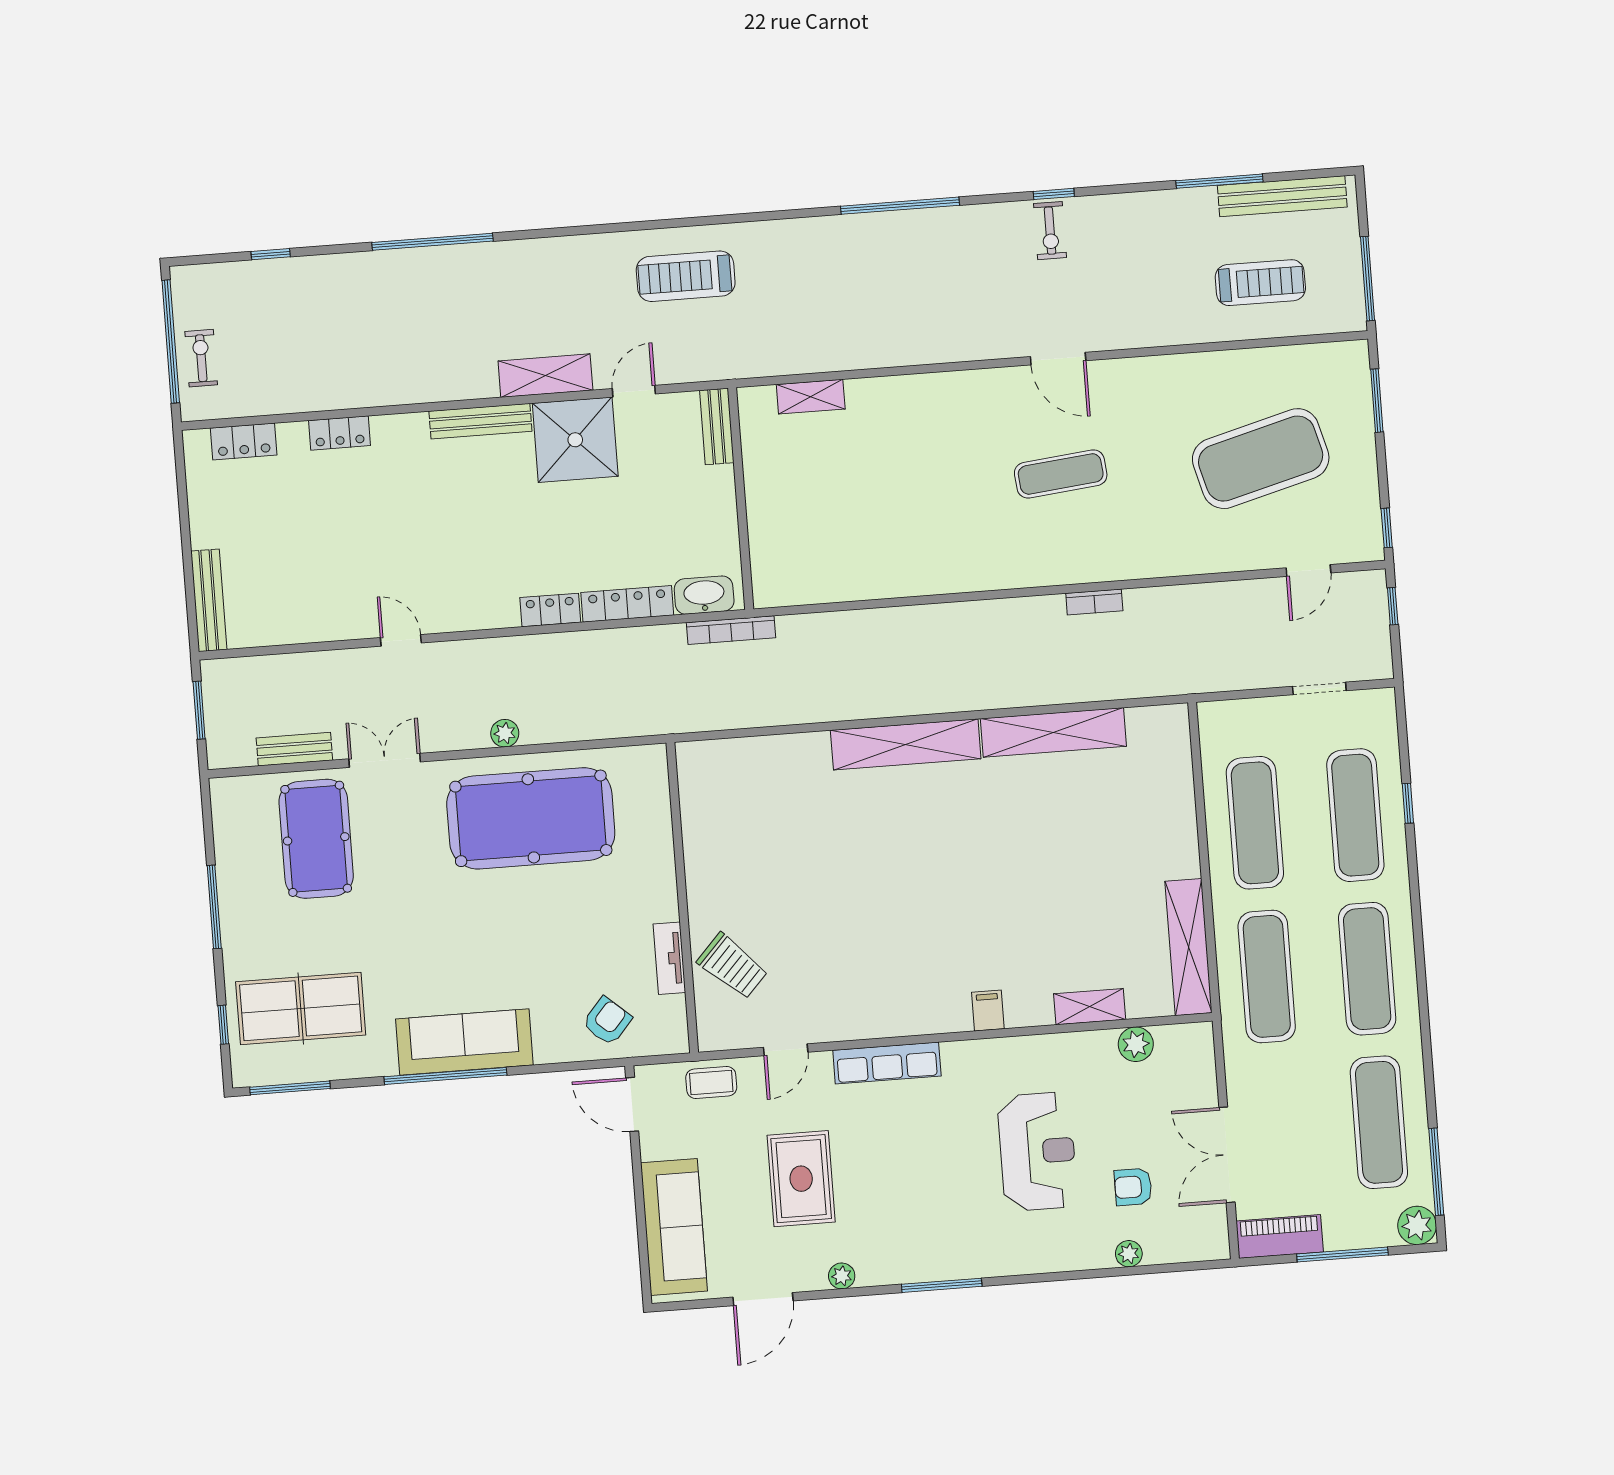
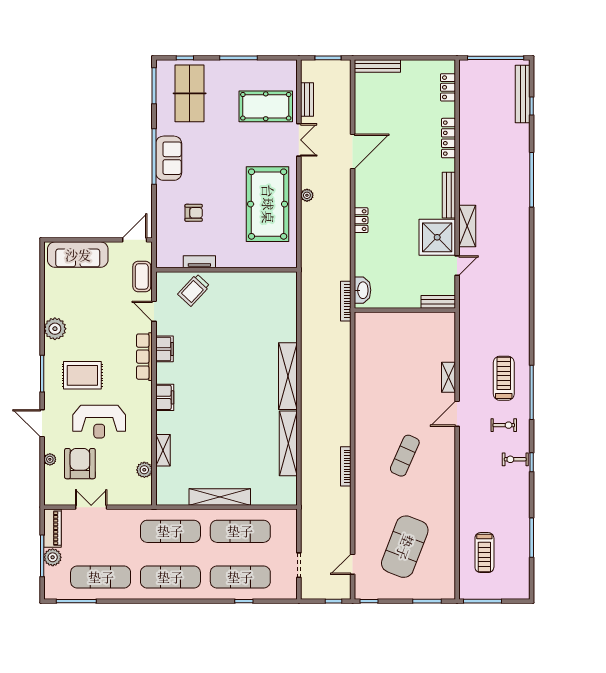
bench: (1282, 196) -> (523, 94), moved
treadmill: (686, 276) -> (504, 378), moved
exercise bike: (201, 358) -> (504, 425), moved
door: (1058, 359) -> (457, 414), moved
door: (634, 391) -> (457, 266), hinge flipped
shelving: (811, 397) -> (448, 377), moved
locker: (339, 433) -> (448, 138), width x1.53
exercise mat: (1261, 459) -> (405, 547), turned 36
exercise mat: (1061, 474) -> (405, 456), turned 30
door: (1308, 570) -> (353, 564), hinge flipped
bookcase: (1094, 602) -> (346, 466), width x1.56
locker: (627, 604) -> (361, 255), removed
door: (401, 640) -> (353, 151), width x1.88
shelving: (1189, 947) -> (220, 497), moved
filing cabinet: (988, 1011) -> (165, 397), width x2.00
filing cabinet: (867, 1020) -> (164, 349), added
armchair: (607, 1021) -> (194, 213), moved, turned -41
sofa: (464, 1042) -> (169, 158), width x0.73
coffee table: (711, 1083) -> (142, 276), width x1.36, depth x1.30
double door: (1227, 1155) -> (91, 507), width x0.73
rug: (801, 1179) -> (82, 375), moved
armchair: (1133, 1187) -> (80, 464), width x1.88, depth x1.88
plant: (1417, 1225) -> (53, 557), moved
plant: (842, 1276) -> (55, 329), width x1.87, depth x1.87
door: (763, 1299) -> (42, 423), moved

